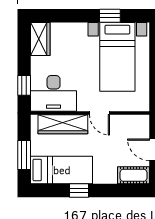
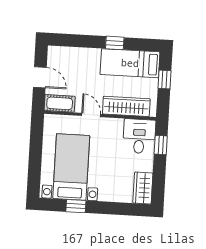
desk: (54, 93) -> (139, 136), width x0.73
window: (24, 155) -> (165, 80), width x0.67
cot: (133, 175) -> (60, 103), moved

